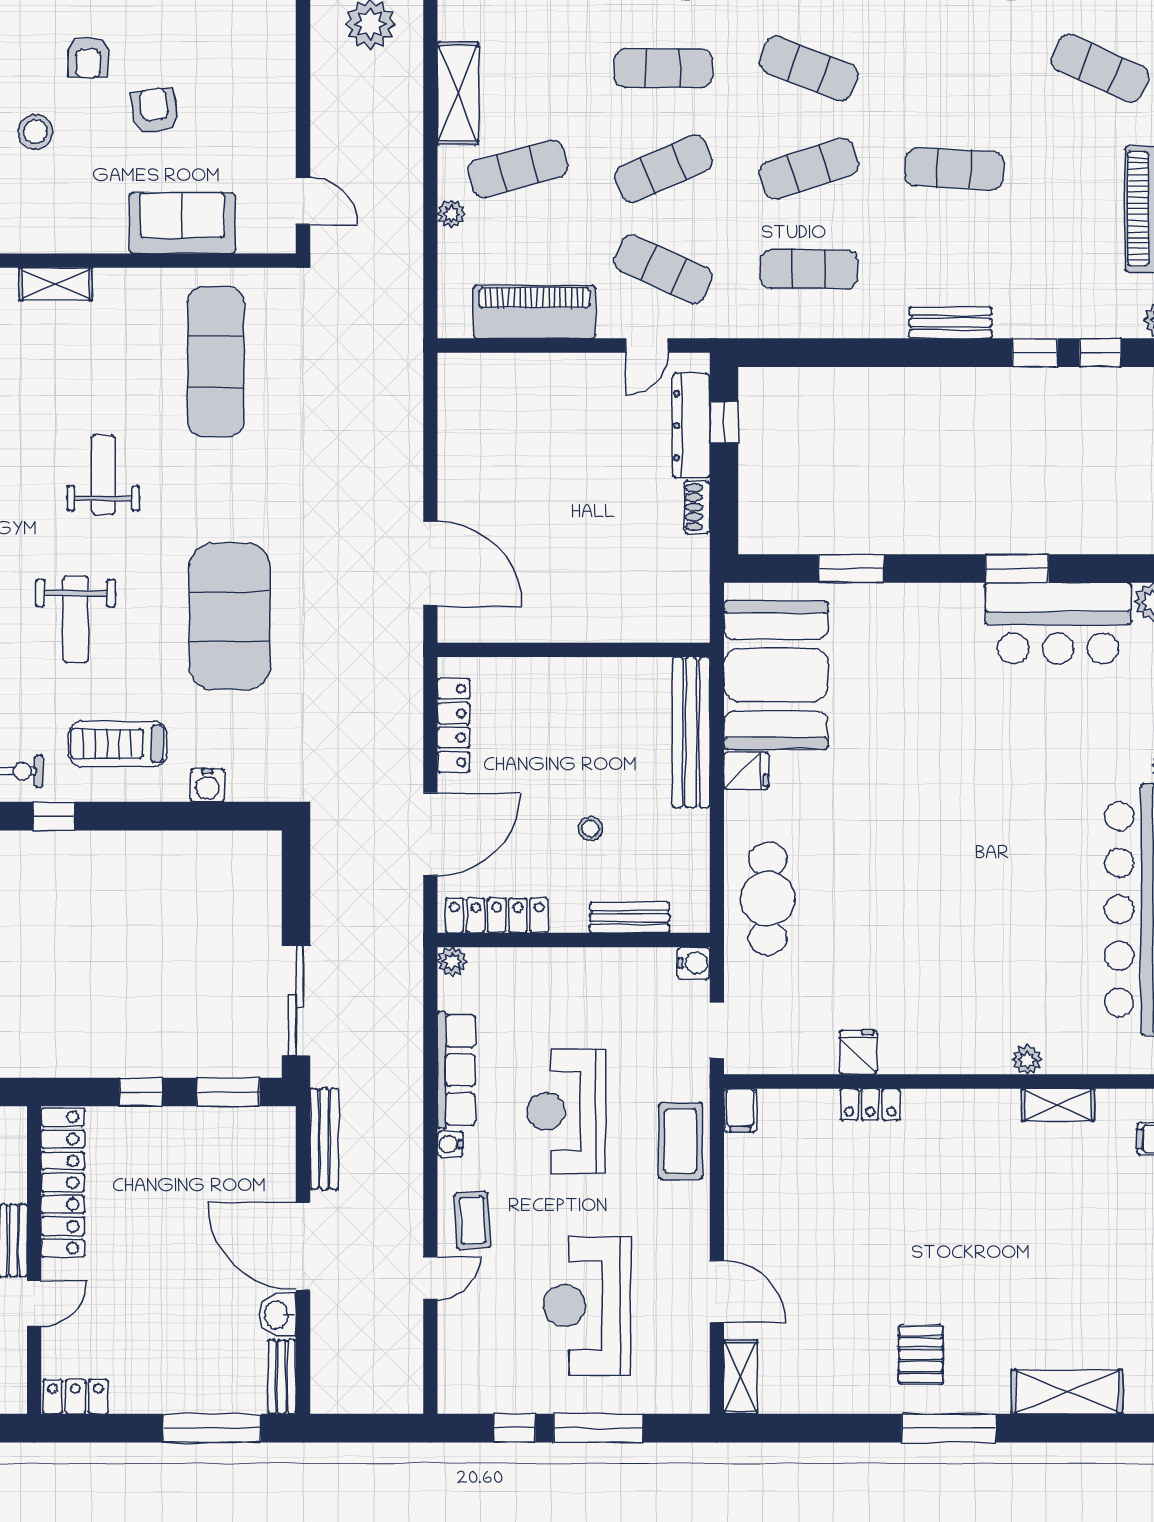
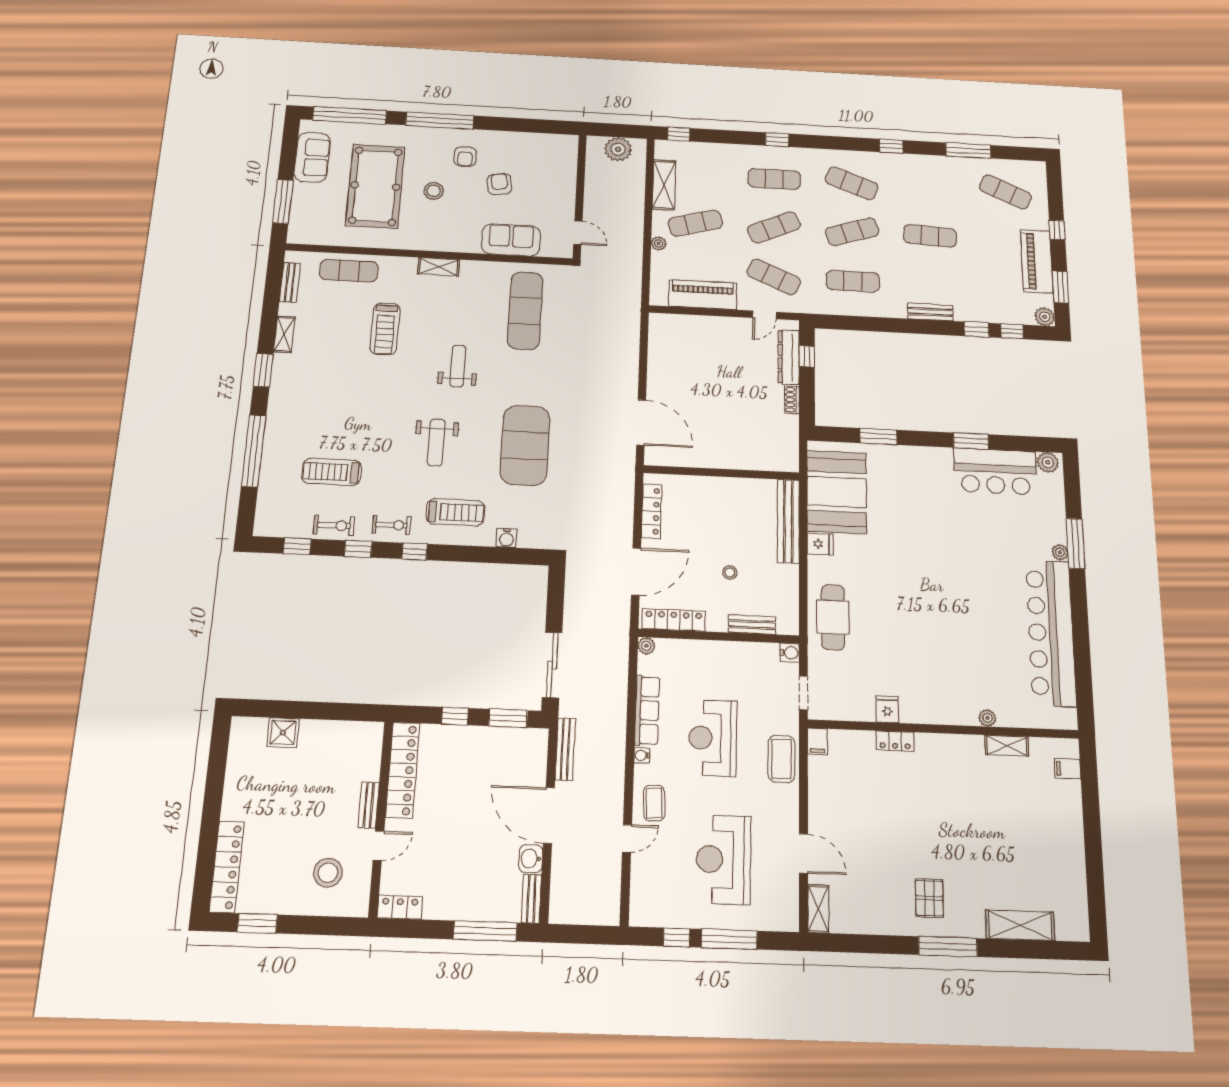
treadmill: (118, 744) -> (456, 512), turned 180

